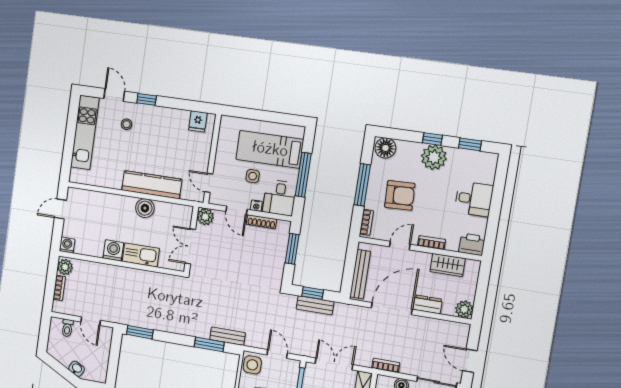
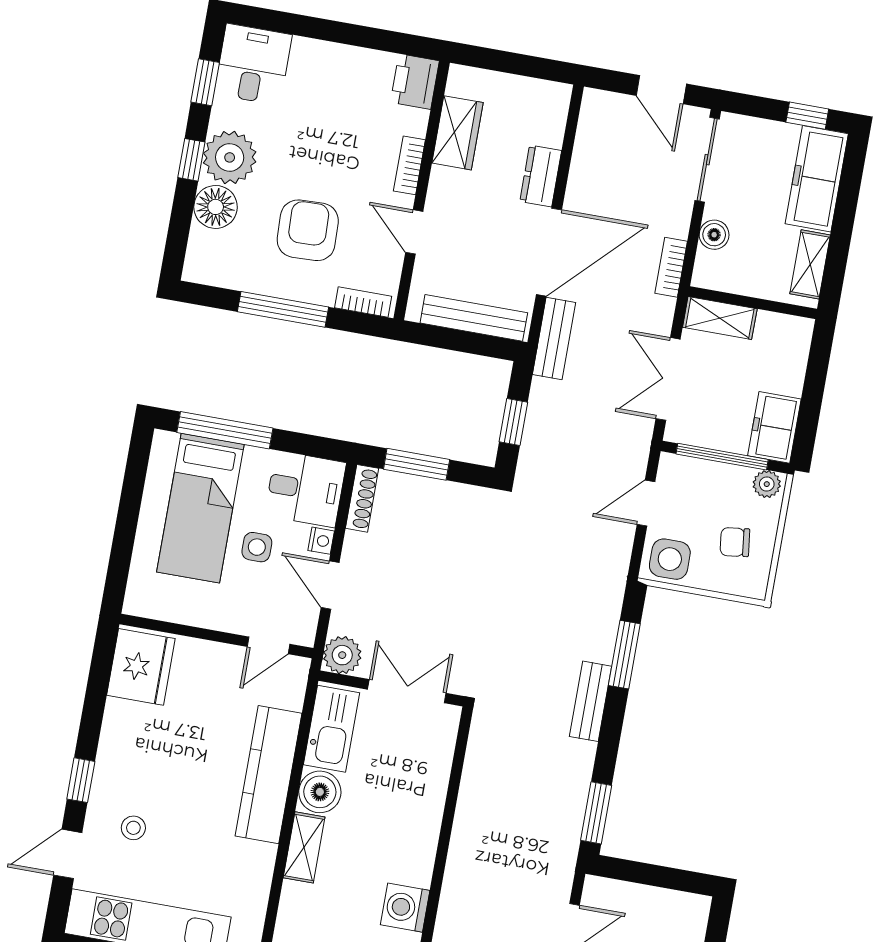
fridge: (198, 121) -> (141, 667), width x1.88, depth x1.34
floor lamp: (385, 148) -> (216, 207), moved
window: (303, 175) -> (225, 430), moved
desk: (474, 199) -> (253, 64), moved
shelving: (121, 202) -> (304, 847), added
door: (236, 210) -> (330, 585), swing flipped
shoe rack: (261, 222) -> (362, 498), moved
double door: (190, 246) -> (407, 691), swing flipped
washing machine: (113, 250) -> (405, 908), moved
kitchen sink: (141, 255) -> (331, 729), moved, turned 180
bench: (315, 305) -> (554, 339), moved
door: (392, 309) -> (549, 252), swing flipped
plant: (464, 309) -> (552, 100), removed
bench: (228, 336) -> (590, 701), moved
door: (470, 361) -> (661, 90), hinge flipped

